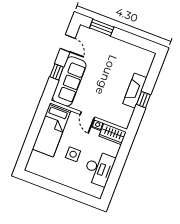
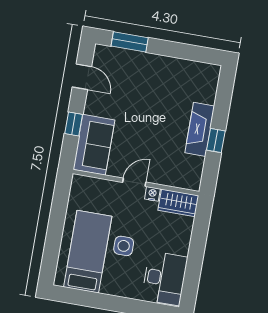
sofa: (69, 81) -> (94, 145), width x0.73
door: (88, 116) -> (134, 182), swing flipped
bed: (52, 130) -> (88, 252), moved, turned 180
desk: (99, 168) -> (165, 278), moved

